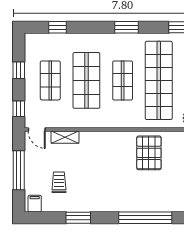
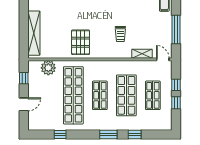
window: (57, 27) -> (135, 134), moved
window: (126, 27) -> (108, 134), moved
window: (19, 109) -> (176, 85), moved
trolley: (59, 182) -> (120, 34), moved

